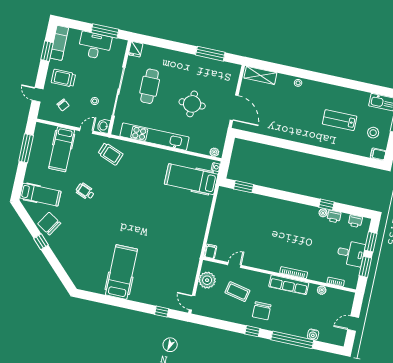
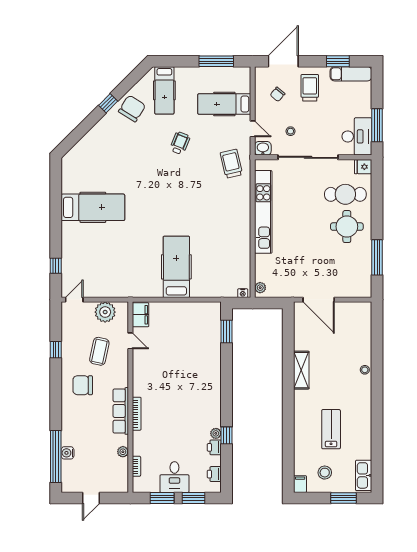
desk: (95, 46) -> (357, 136), moved
shelving: (260, 75) -> (301, 370), moved
cafe table: (150, 86) -> (345, 194), moved
door: (38, 95) -> (283, 61), width x1.88
round table: (192, 104) -> (347, 227), moved
door: (234, 108) -> (319, 300), hinge flipped
trolley: (110, 154) -> (231, 164), turned 146
hospital bed: (191, 179) -> (176, 267), moved
filing cabinet: (211, 251) -> (141, 315), width x2.00
door: (353, 324) -> (91, 498), swing flipped
window: (252, 331) -> (56, 350), moved
window: (292, 340) -> (56, 457), moved

